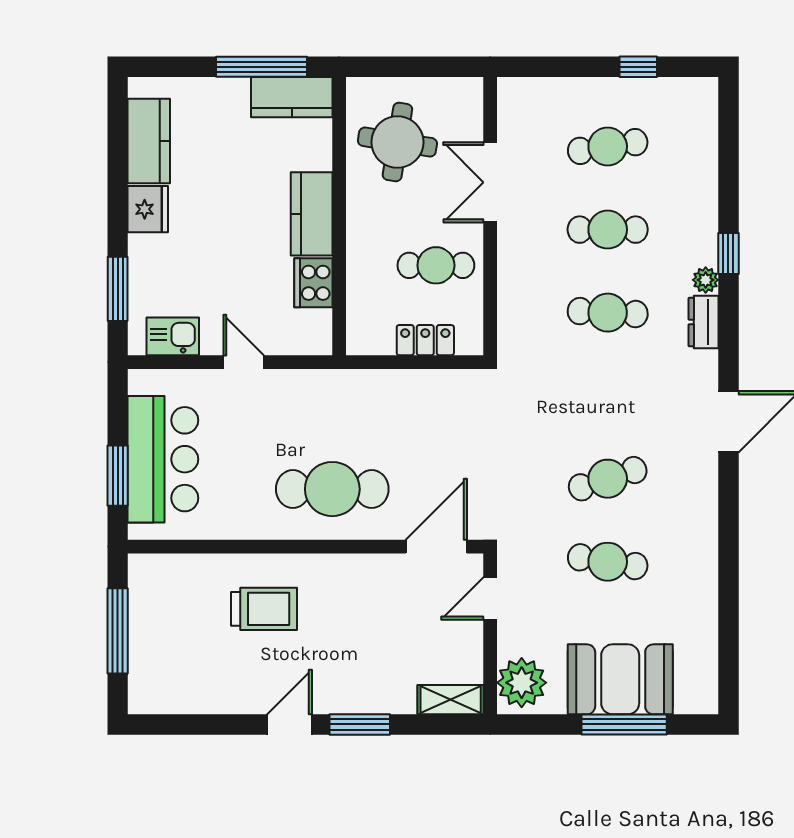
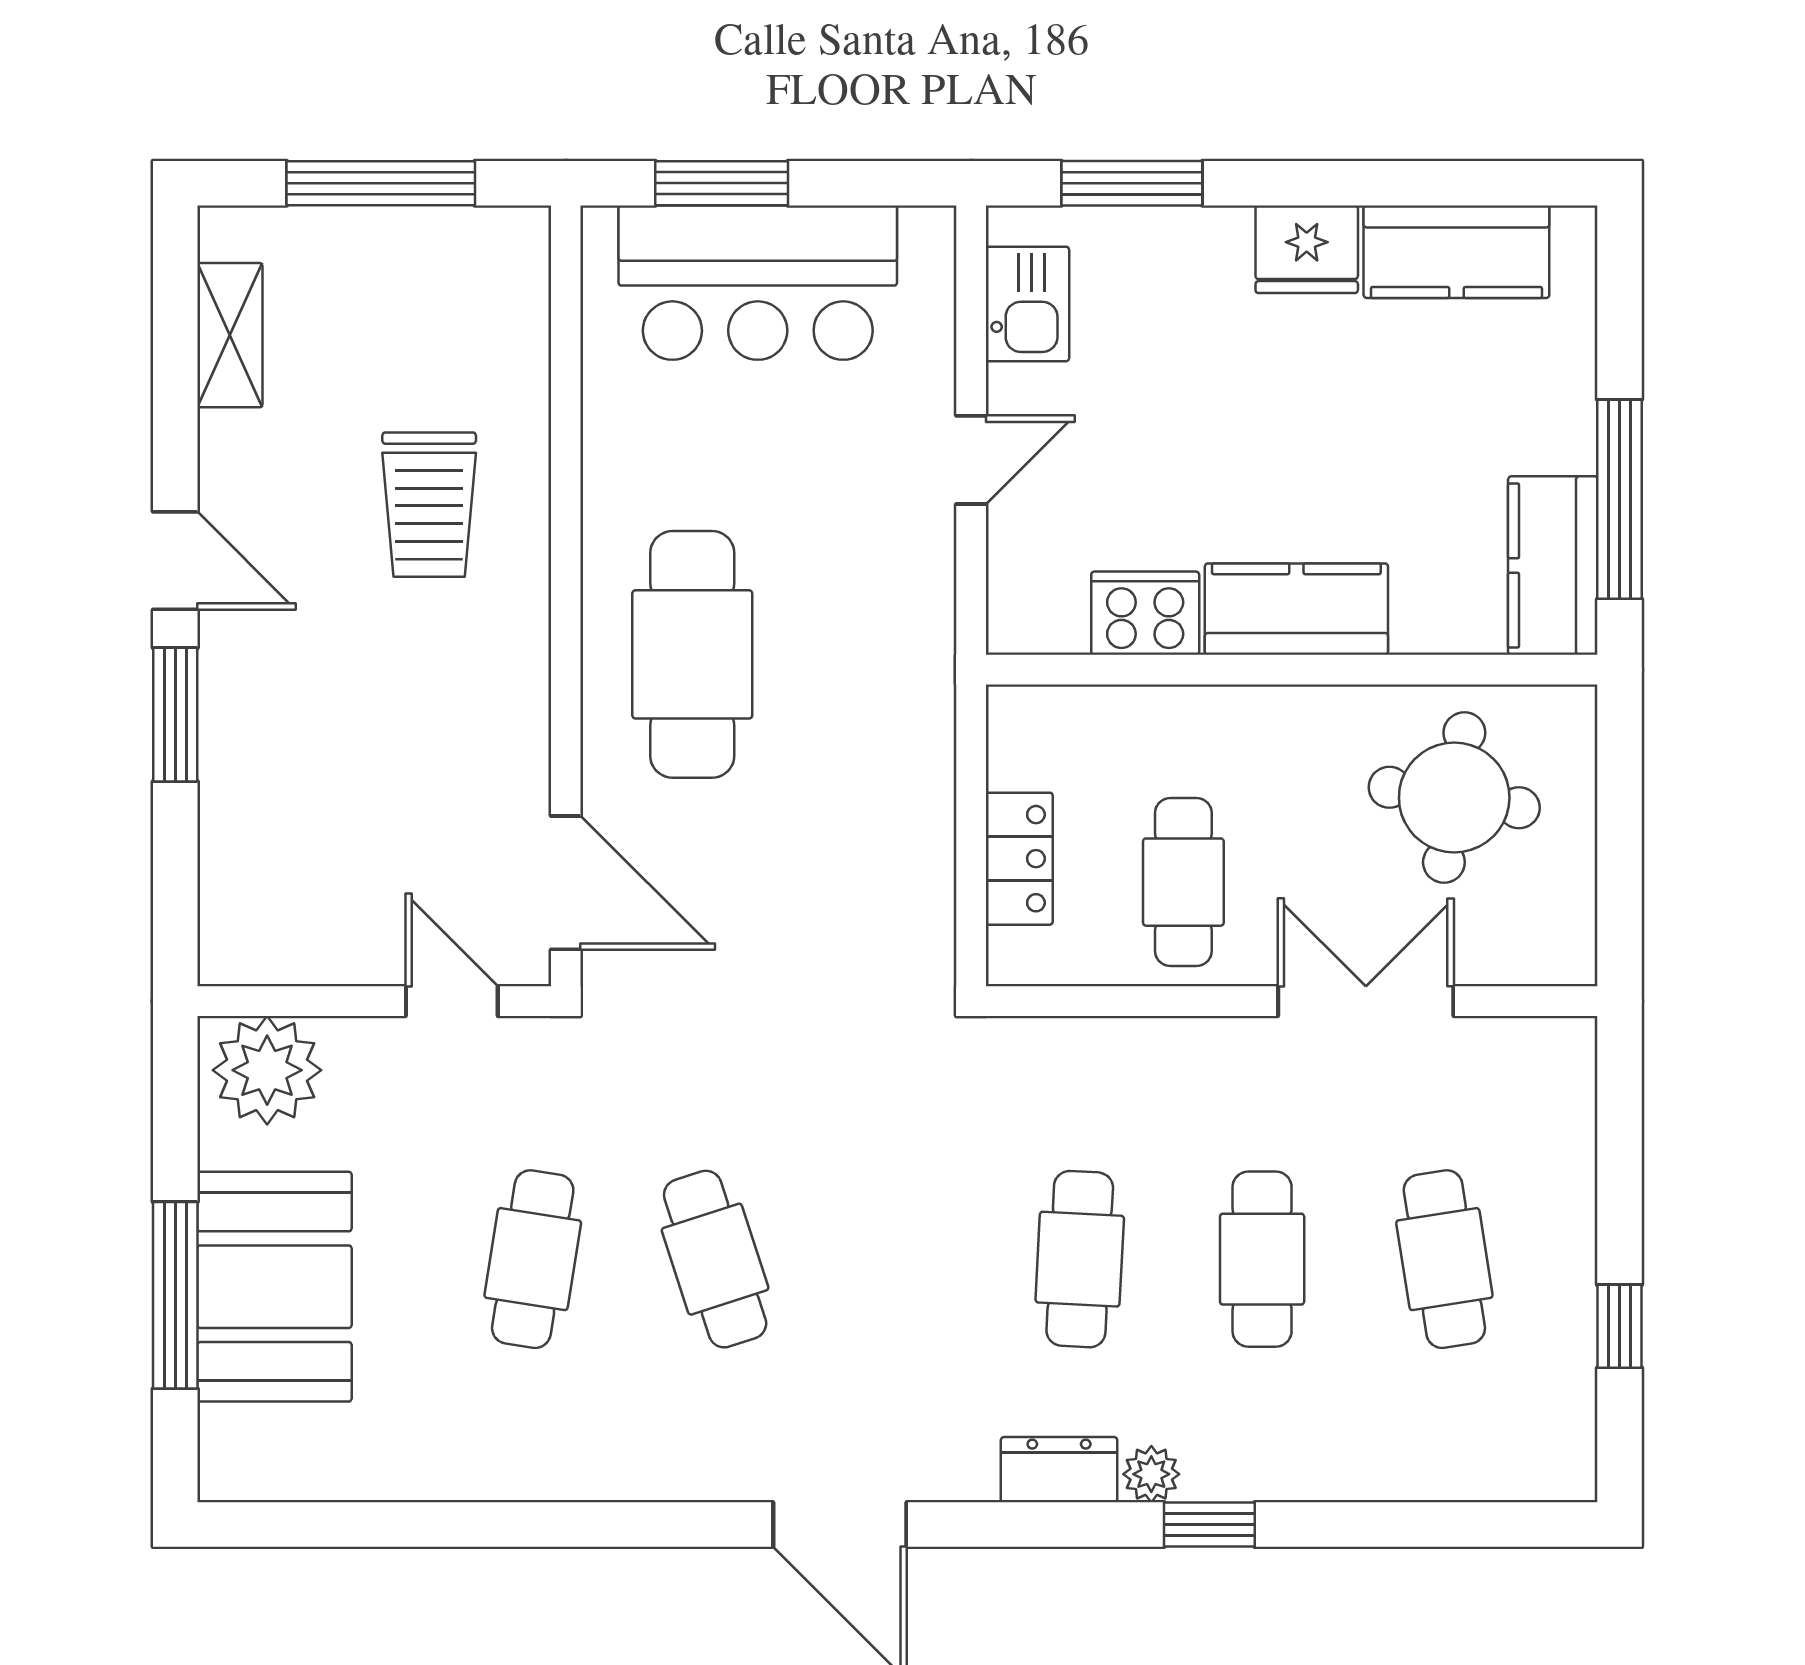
shelving: (451, 700) -> (230, 335), moved

